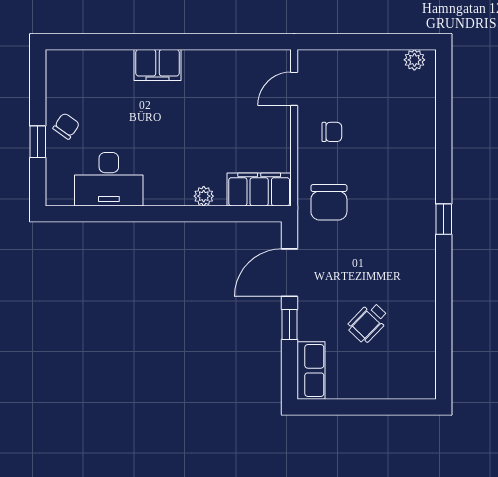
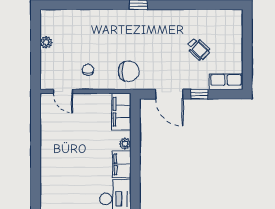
plant: (414, 60) -> (46, 42), moved
filing cabinet: (158, 65) -> (122, 164), moved, turned 180

